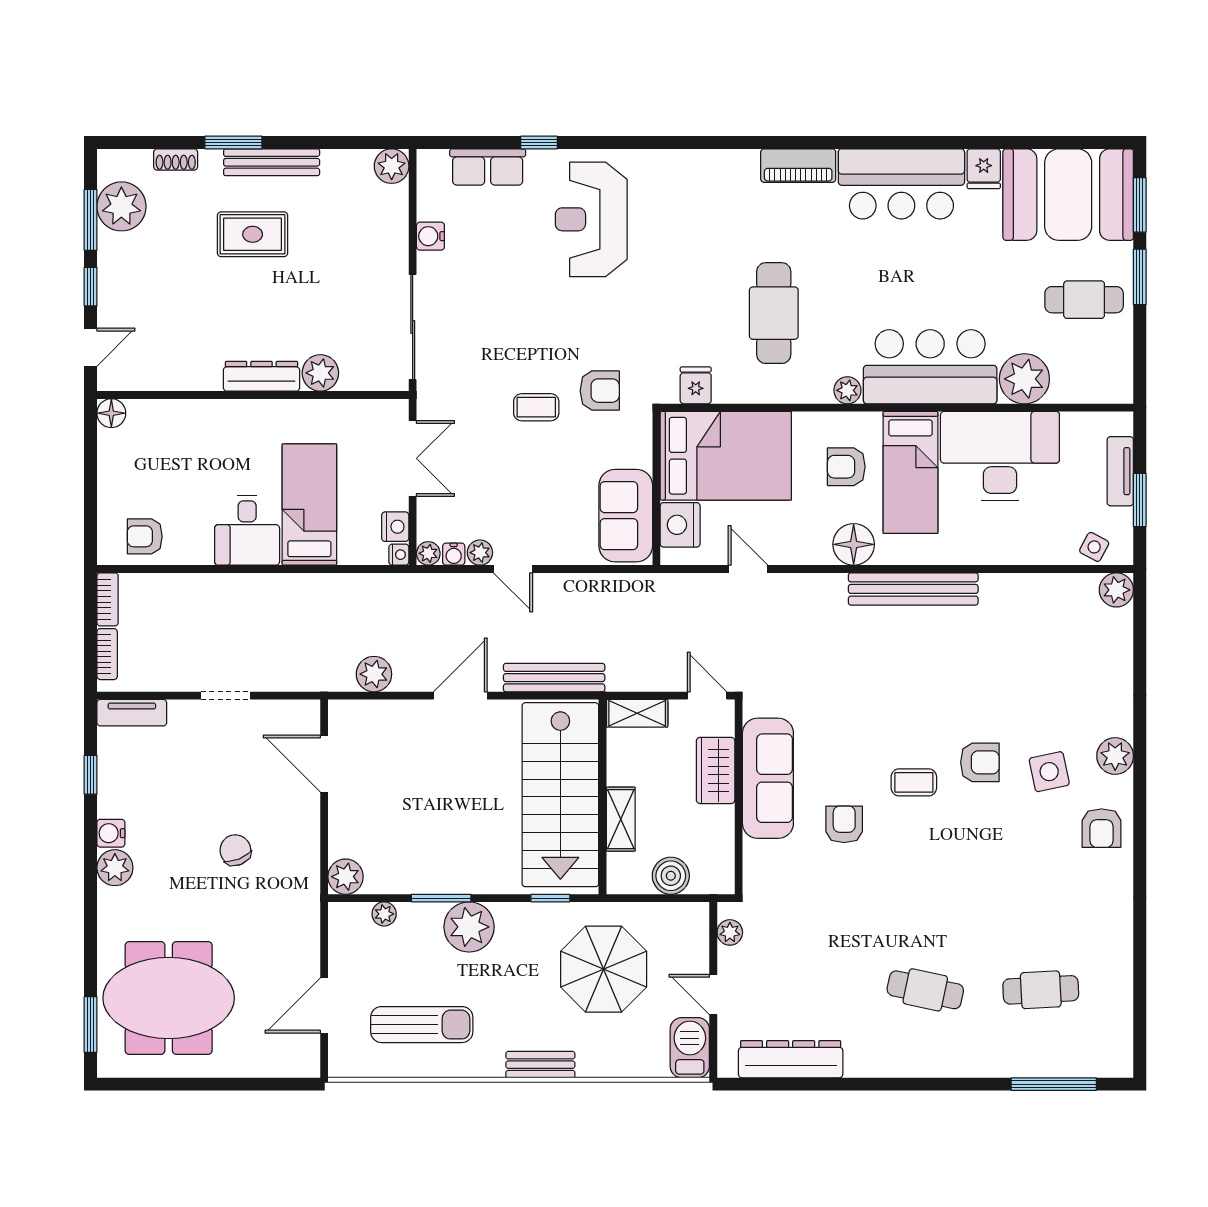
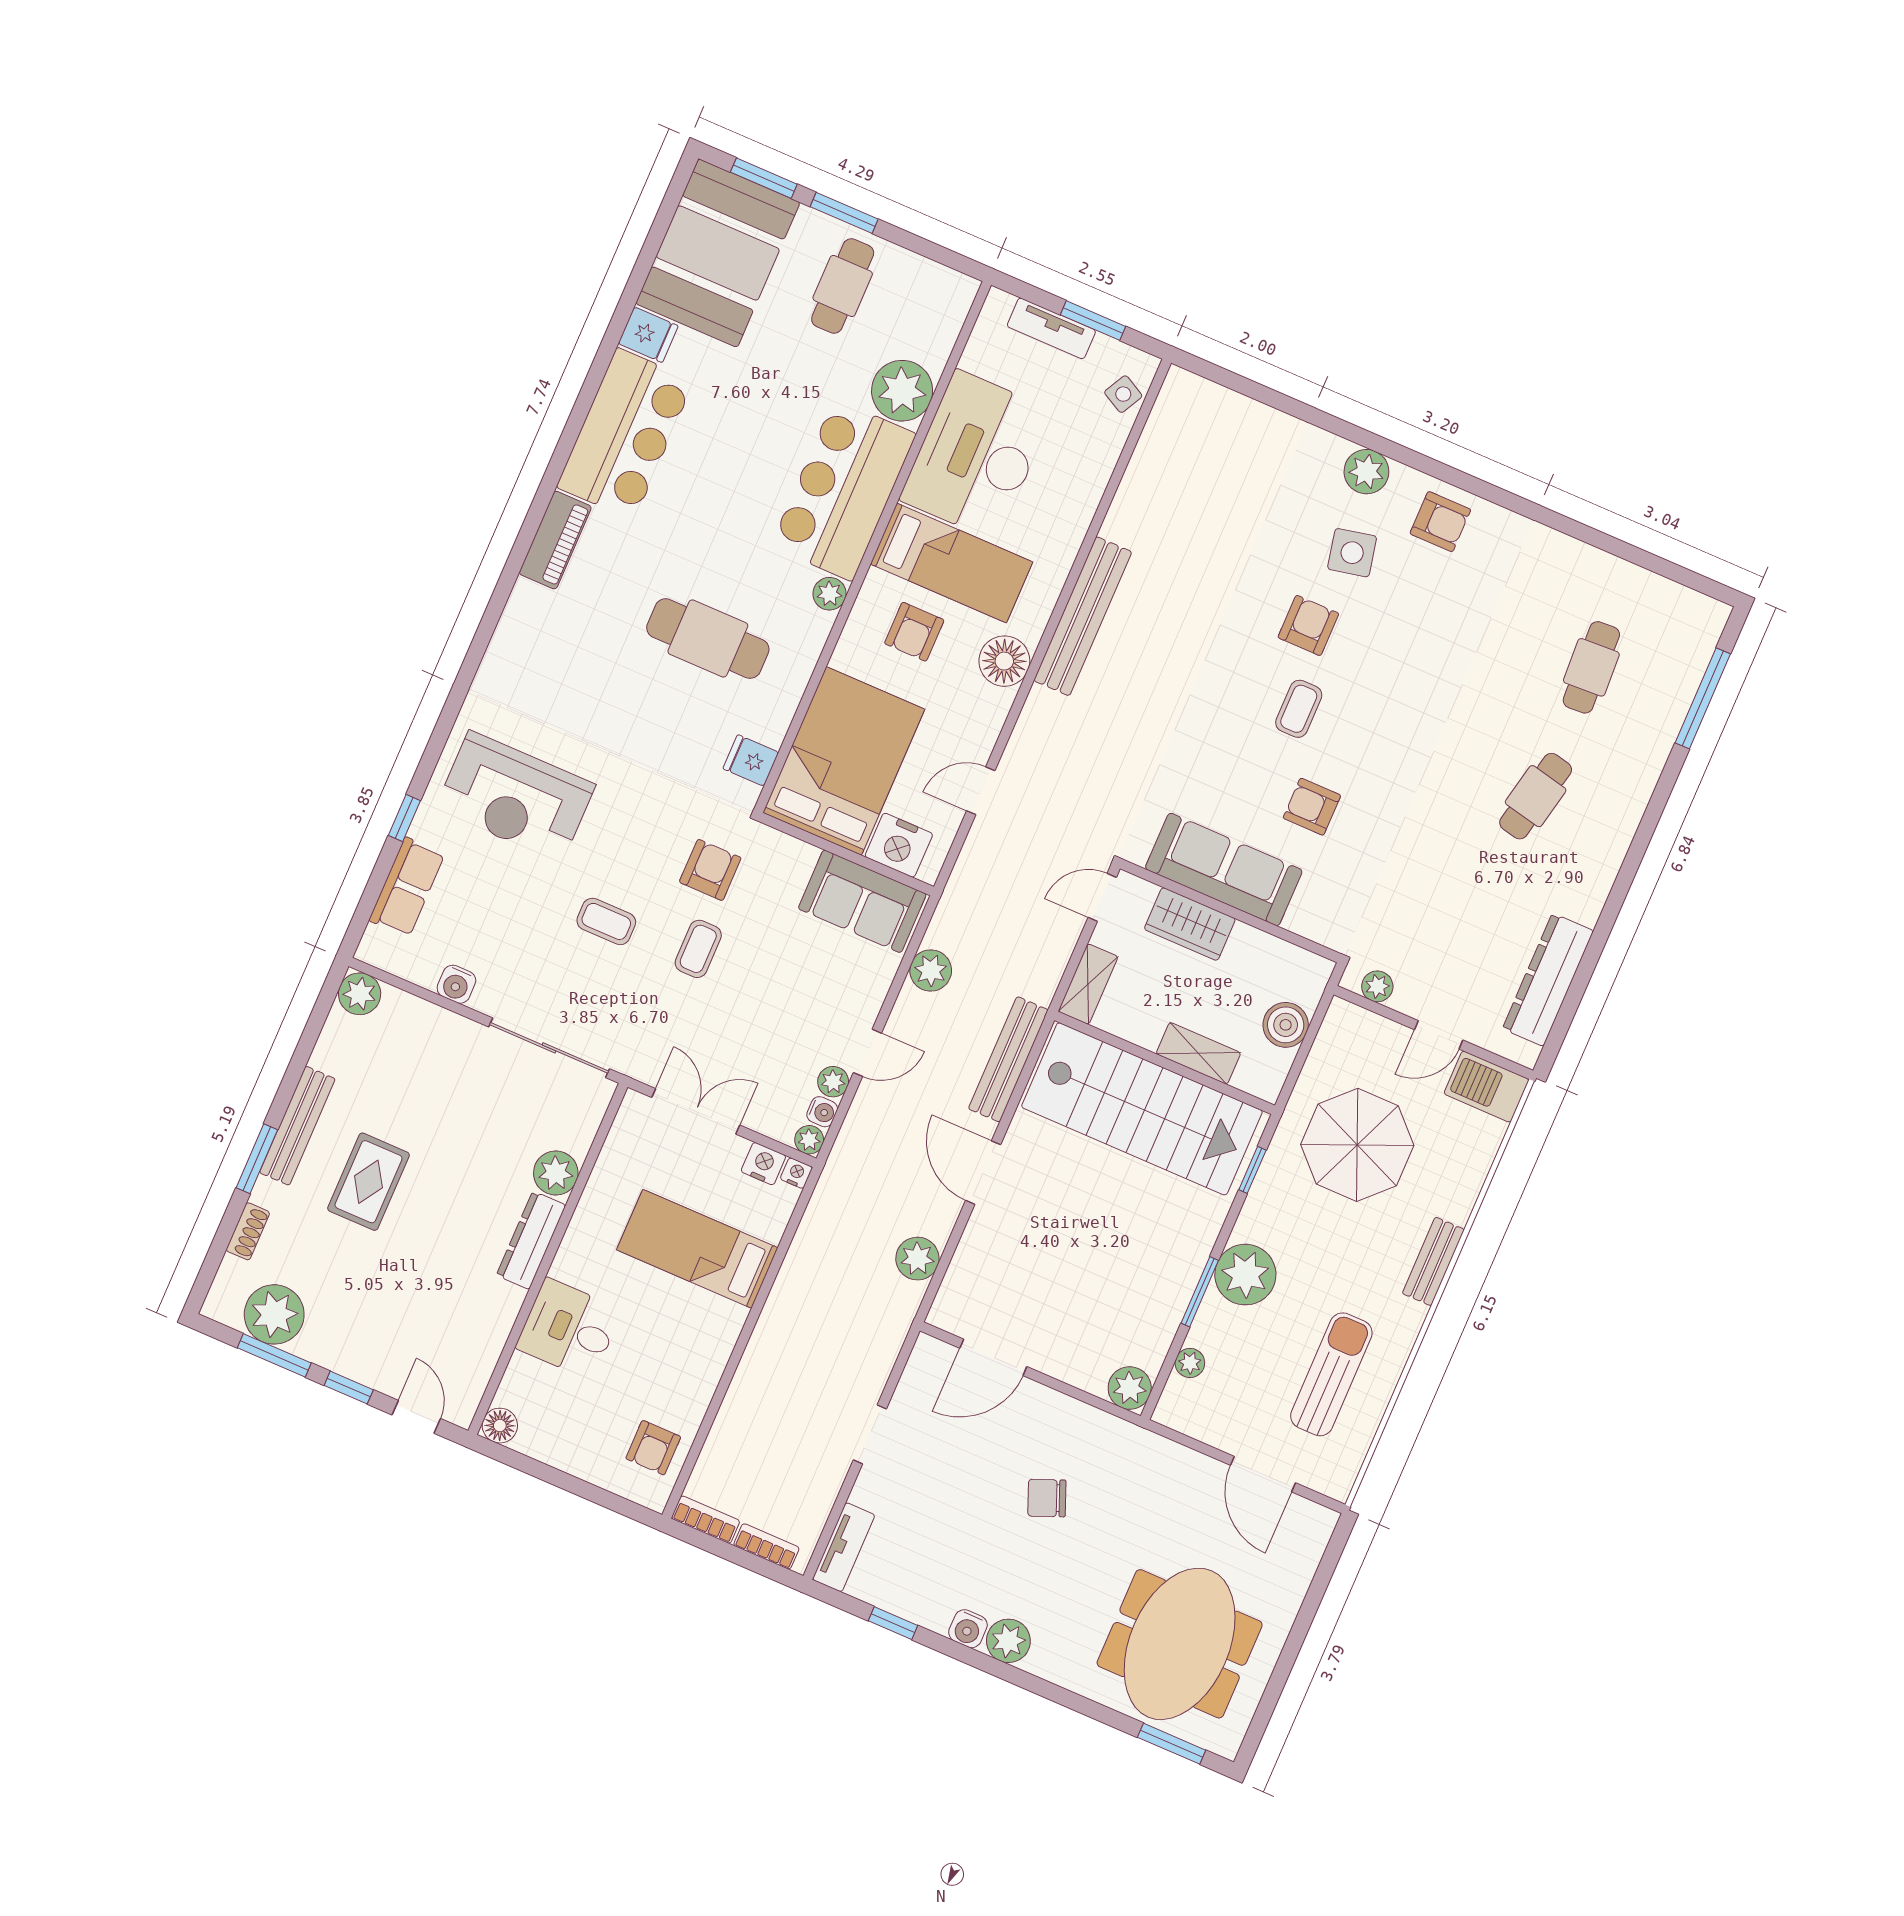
coffee table: (527, 329) -> (606, 921), added
desk: (247, 530) -> (569, 1329), moved, turned 180
plant: (1116, 590) -> (931, 970), moved

